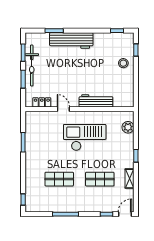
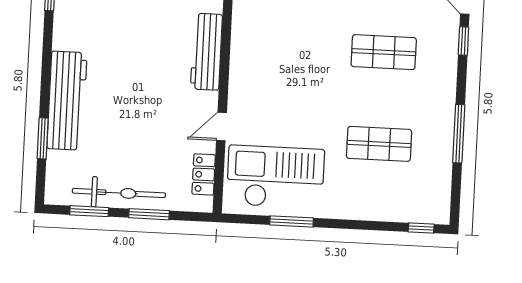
checkout: (85, 137) -> (275, 177), moved, turned 90
shop shelf: (59, 179) -> (379, 144), turned 90
shop shelf: (100, 179) -> (384, 52), turned 90

